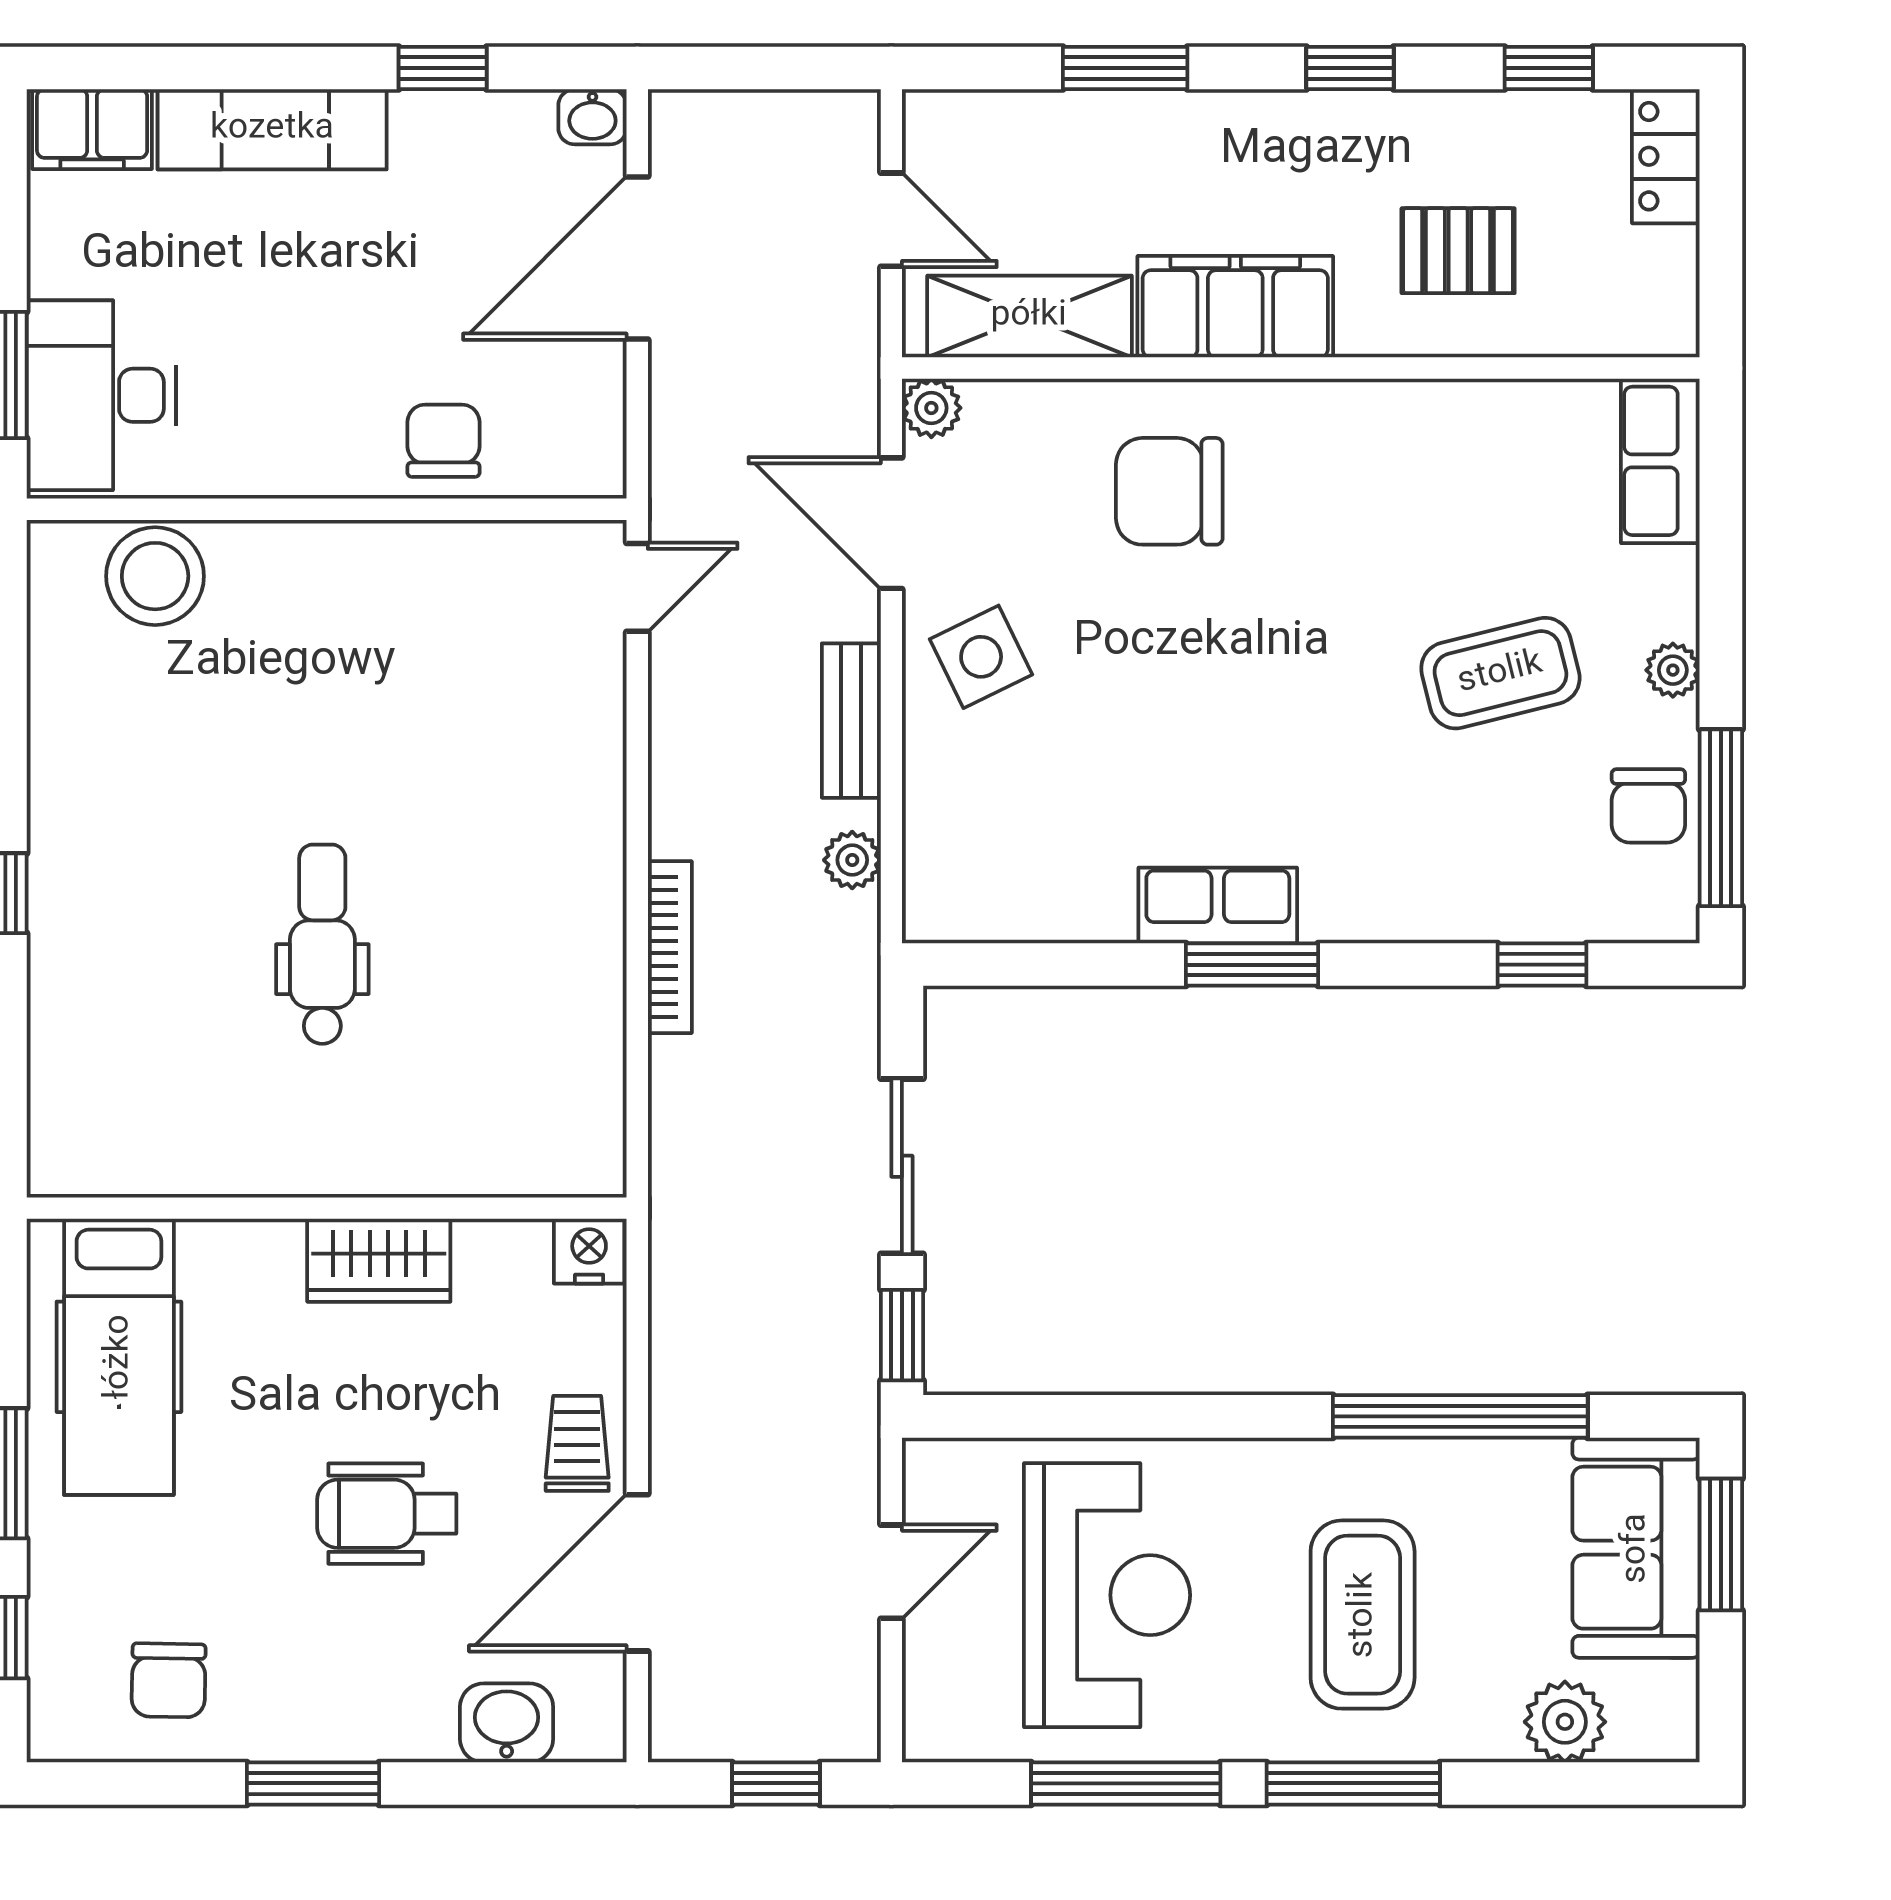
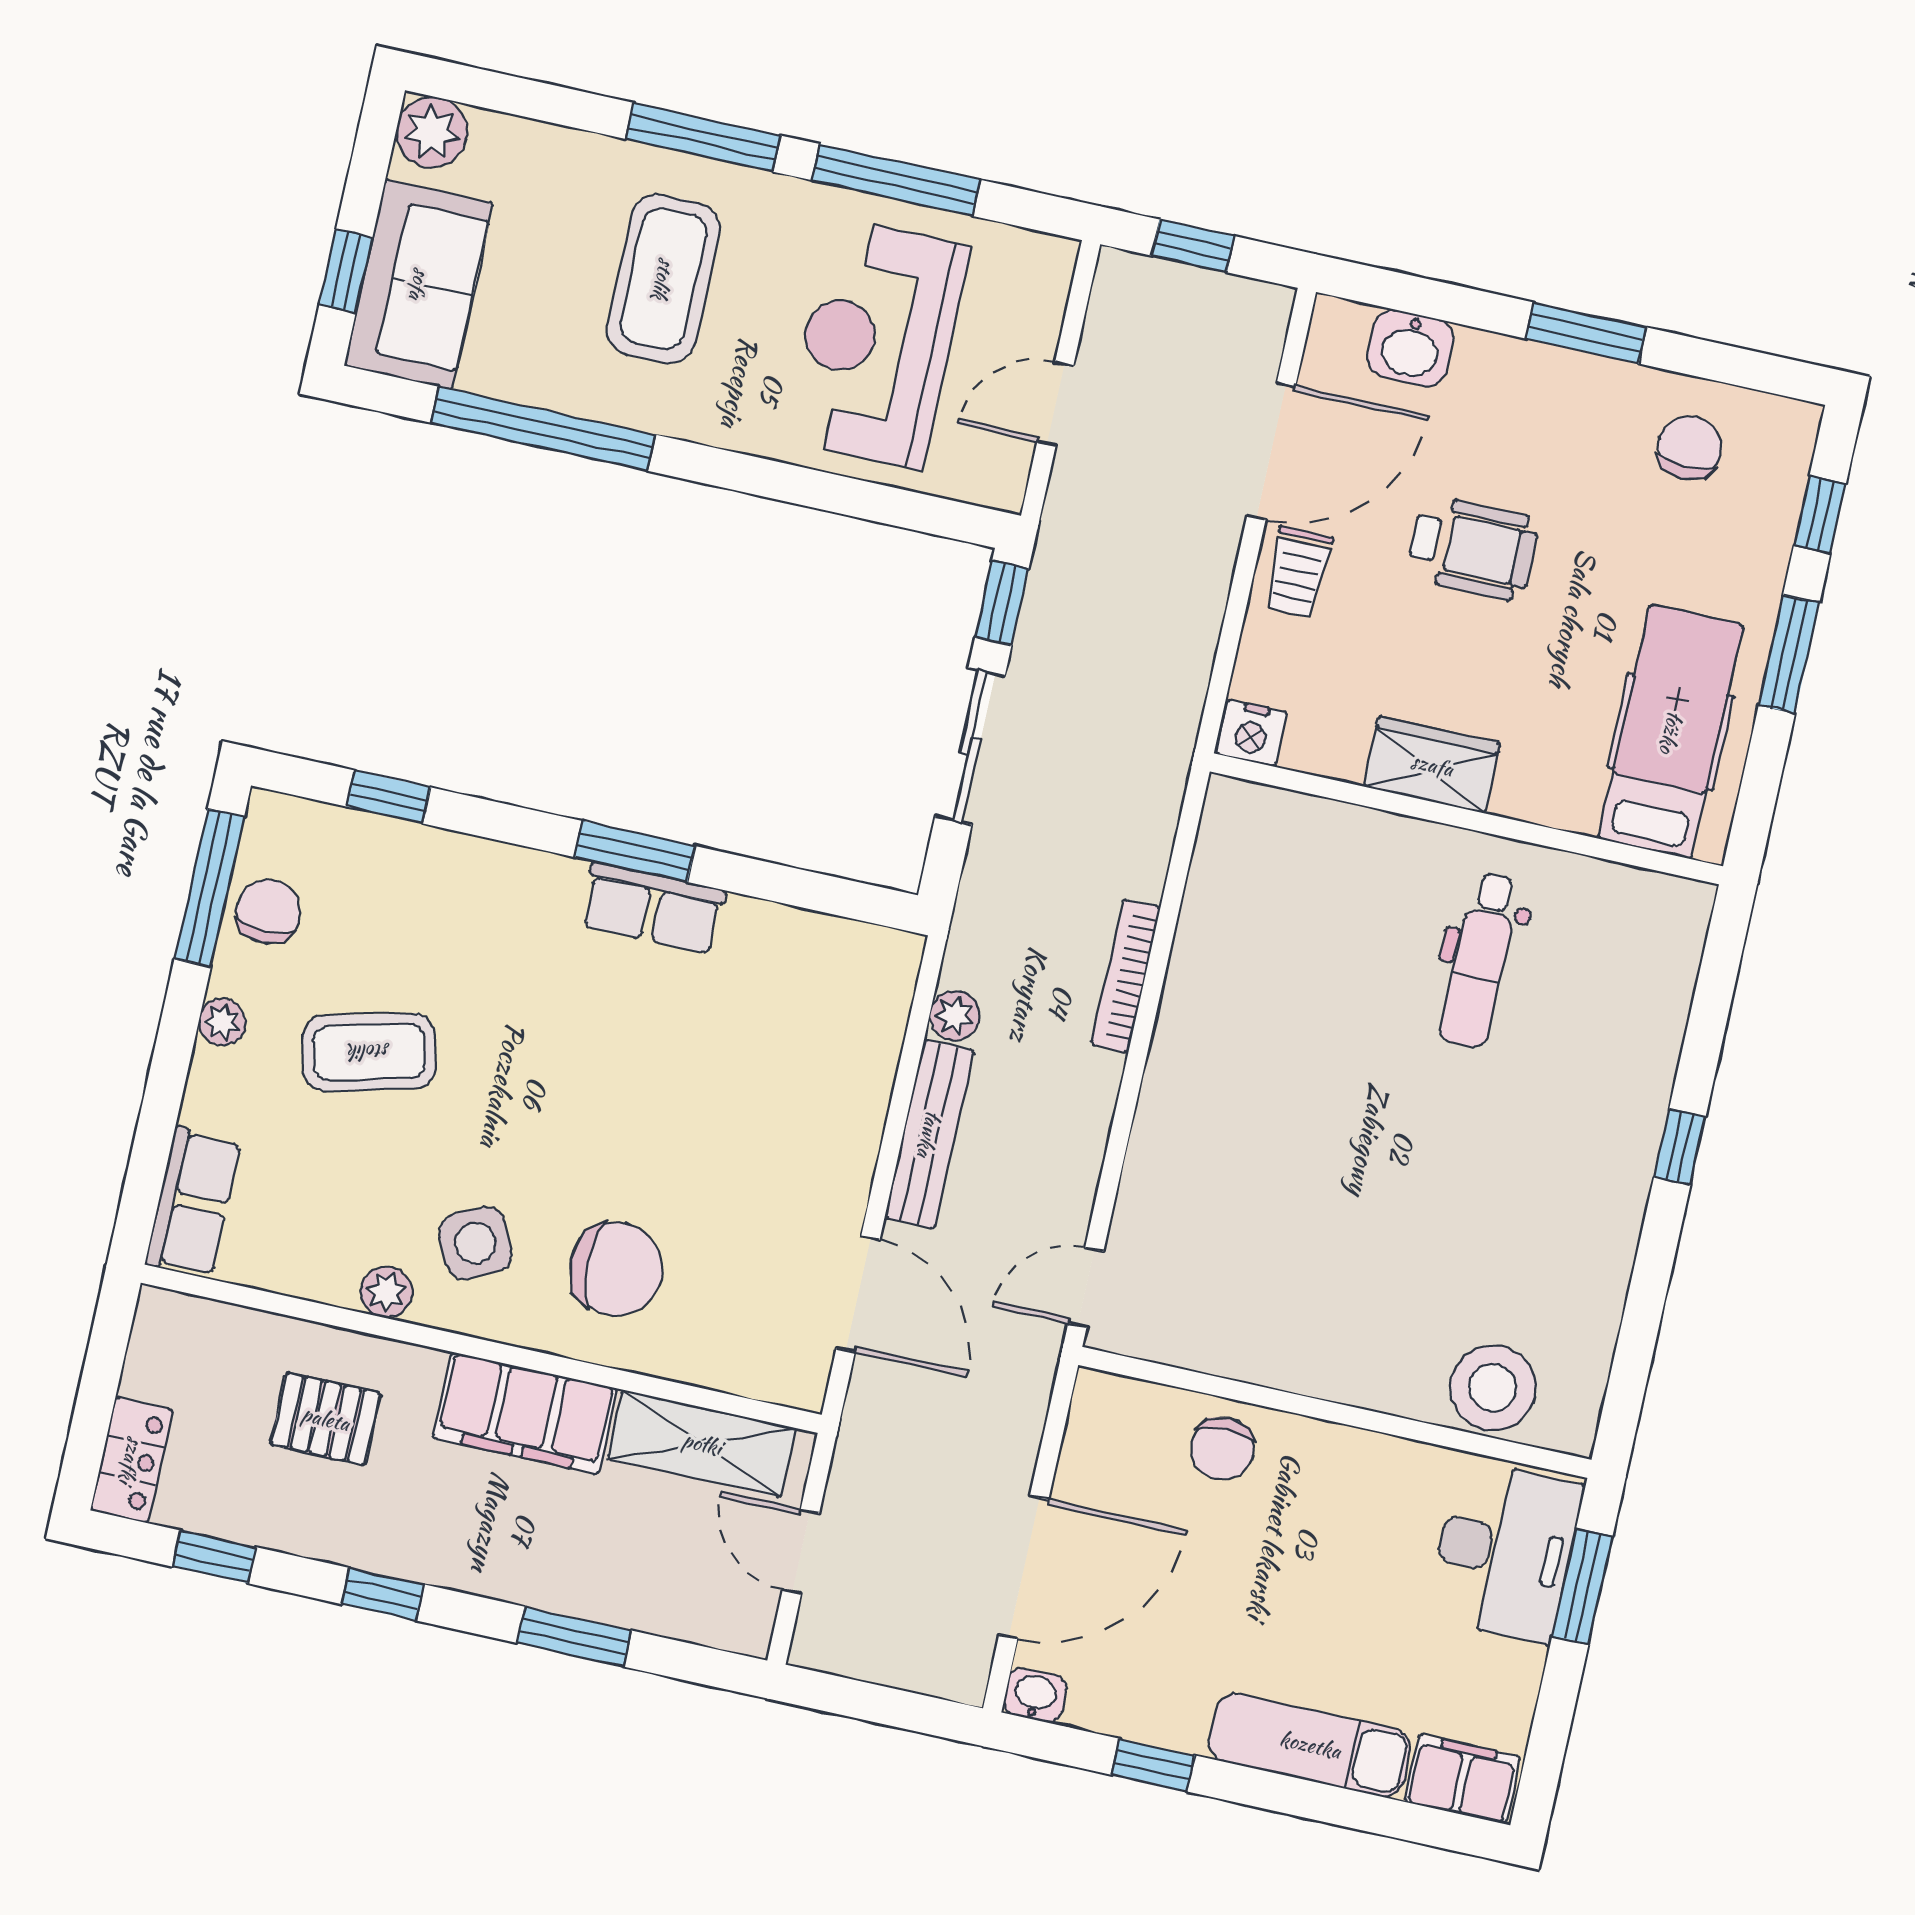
plant: (931, 408) -> (386, 1292), moved
side table: (981, 657) -> (476, 1243), moved
bench: (851, 721) -> (929, 1134), width x1.36
dental chair: (322, 944) -> (1480, 960), moved
window: (1721, 1544) -> (346, 271), width x0.67
plant: (1565, 1722) -> (432, 132), moved

